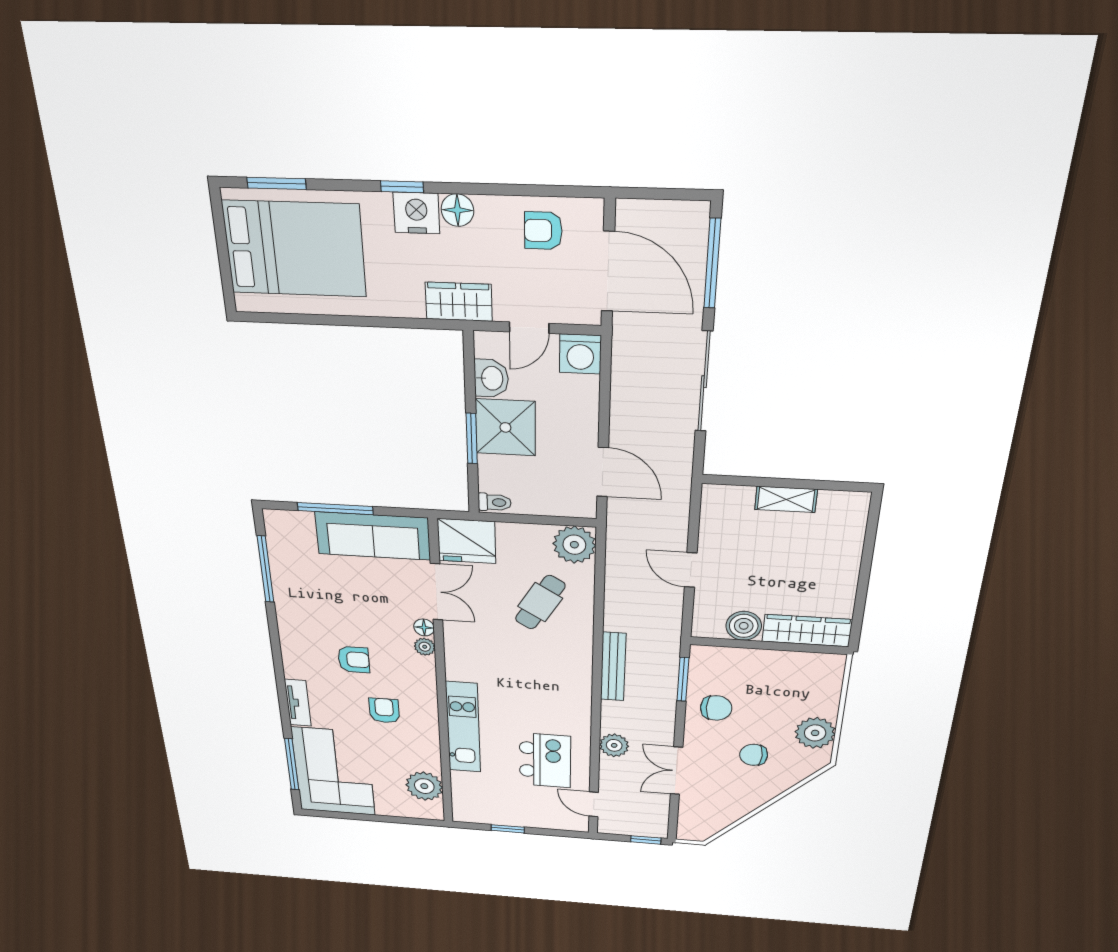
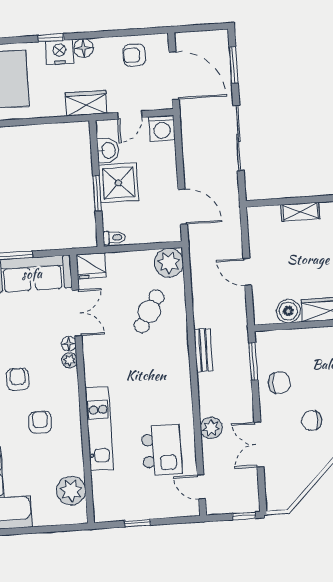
window: (712, 264) -> (234, 65), width x0.69
fridge: (467, 541) -> (91, 266), width x0.73, depth x0.75
armchair: (354, 660) -> (18, 379), turned -90
bench: (613, 667) -> (203, 350), width x0.73

